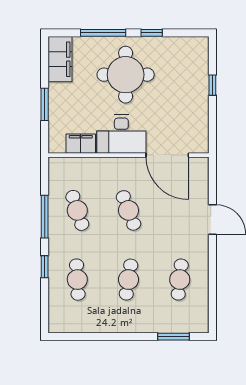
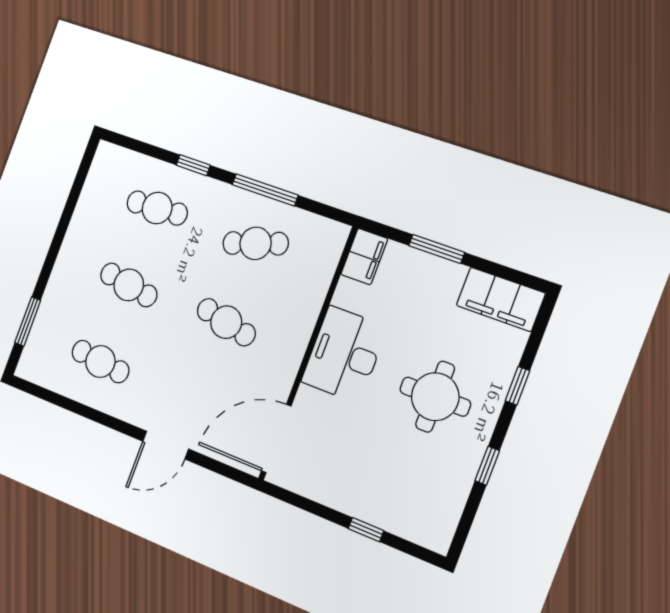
window: (103, 33) -> (517, 386), width x0.46
round table: (126, 75) -> (435, 397), width x0.73, depth x0.73
filing cabinet: (81, 144) -> (364, 256), moved
door: (167, 155) -> (276, 438), moved
cafe table: (129, 210) -> (226, 322), turned 33

